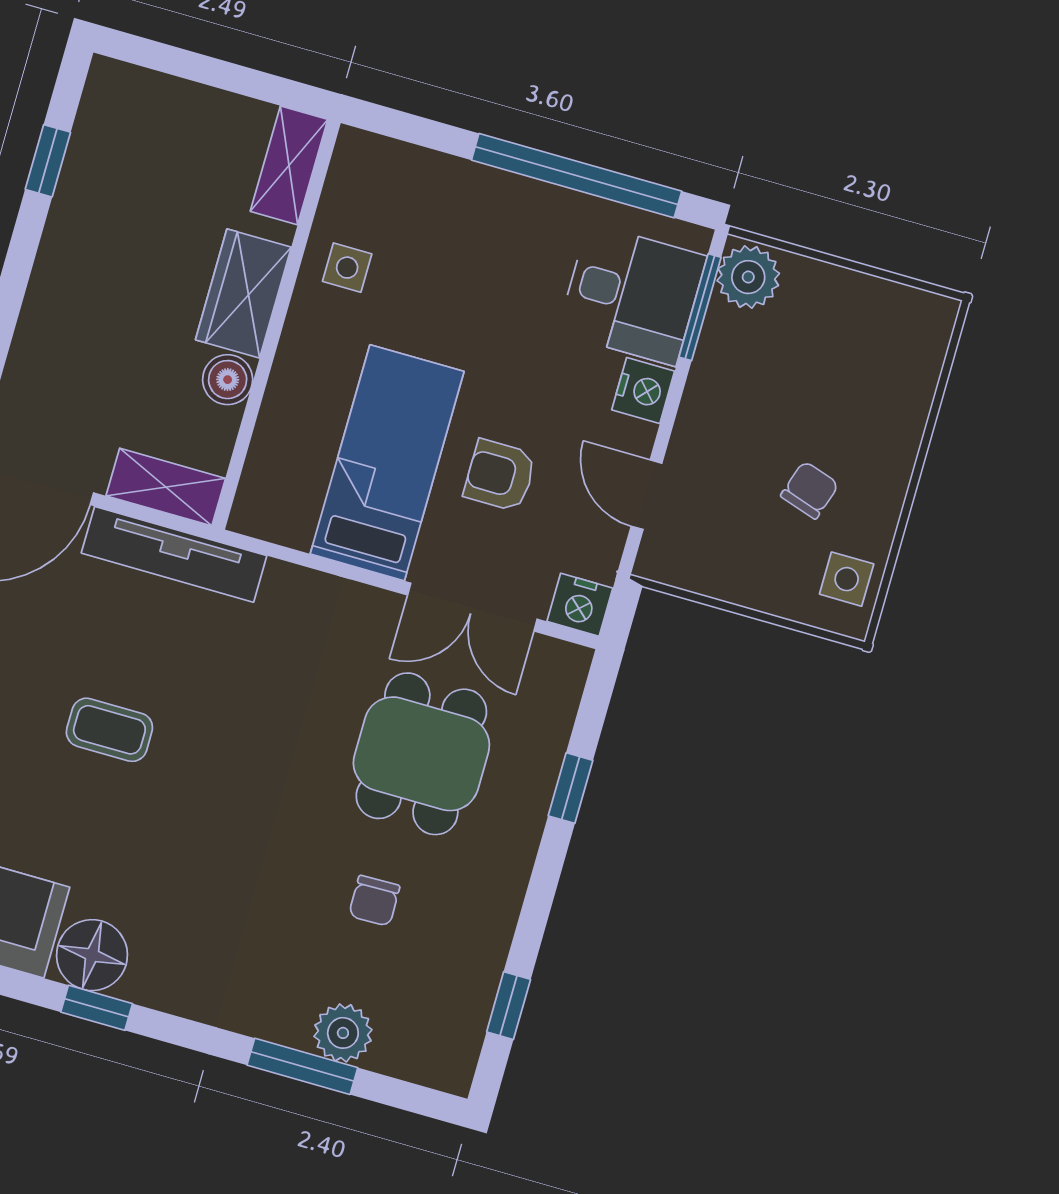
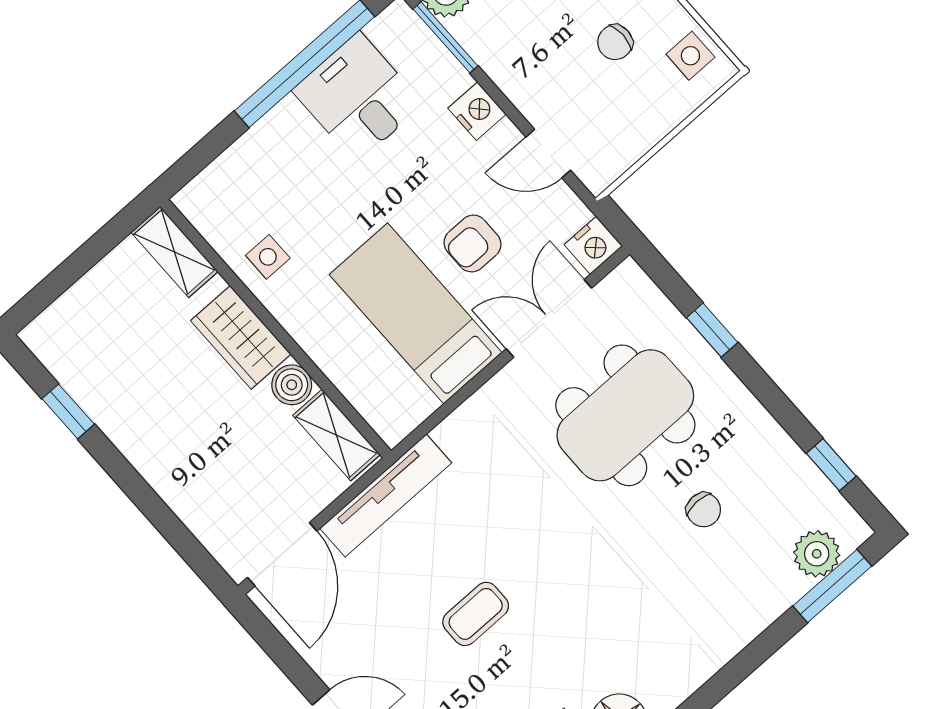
desk: (632, 295) -> (358, 97), moved, turned -90
shelving: (166, 487) -> (336, 435), moved, turned 90
chair: (810, 490) -> (615, 42), turned -108
double door: (472, 607) -> (549, 318), swing flipped
dining table: (421, 754) -> (625, 415), width x1.38
plant: (343, 1033) -> (817, 554), moved
window: (302, 1066) -> (832, 586), moved

